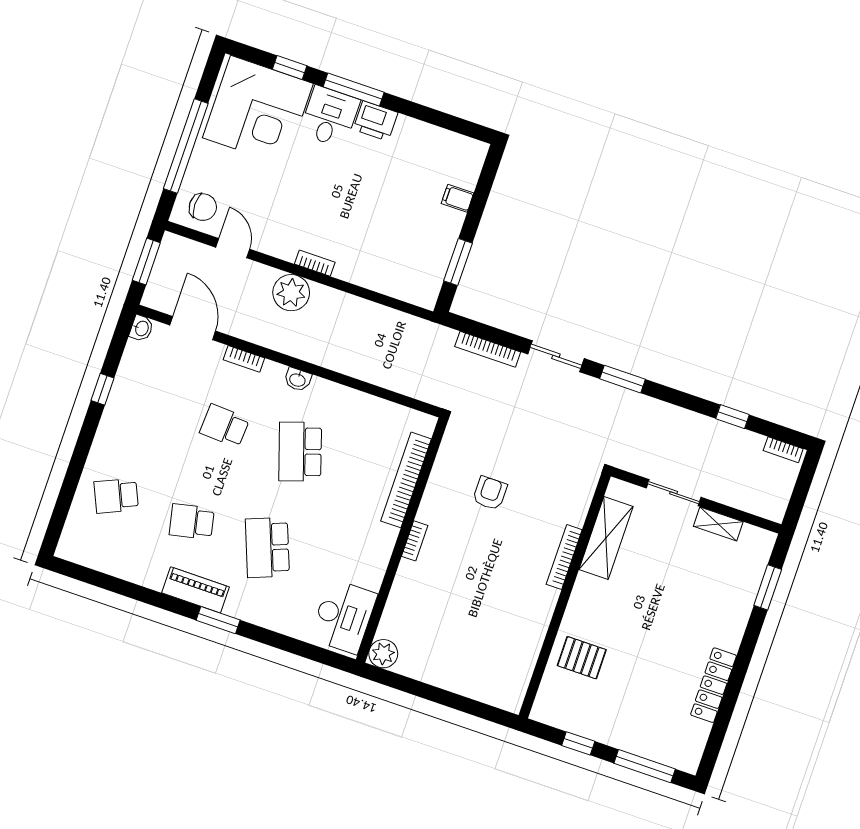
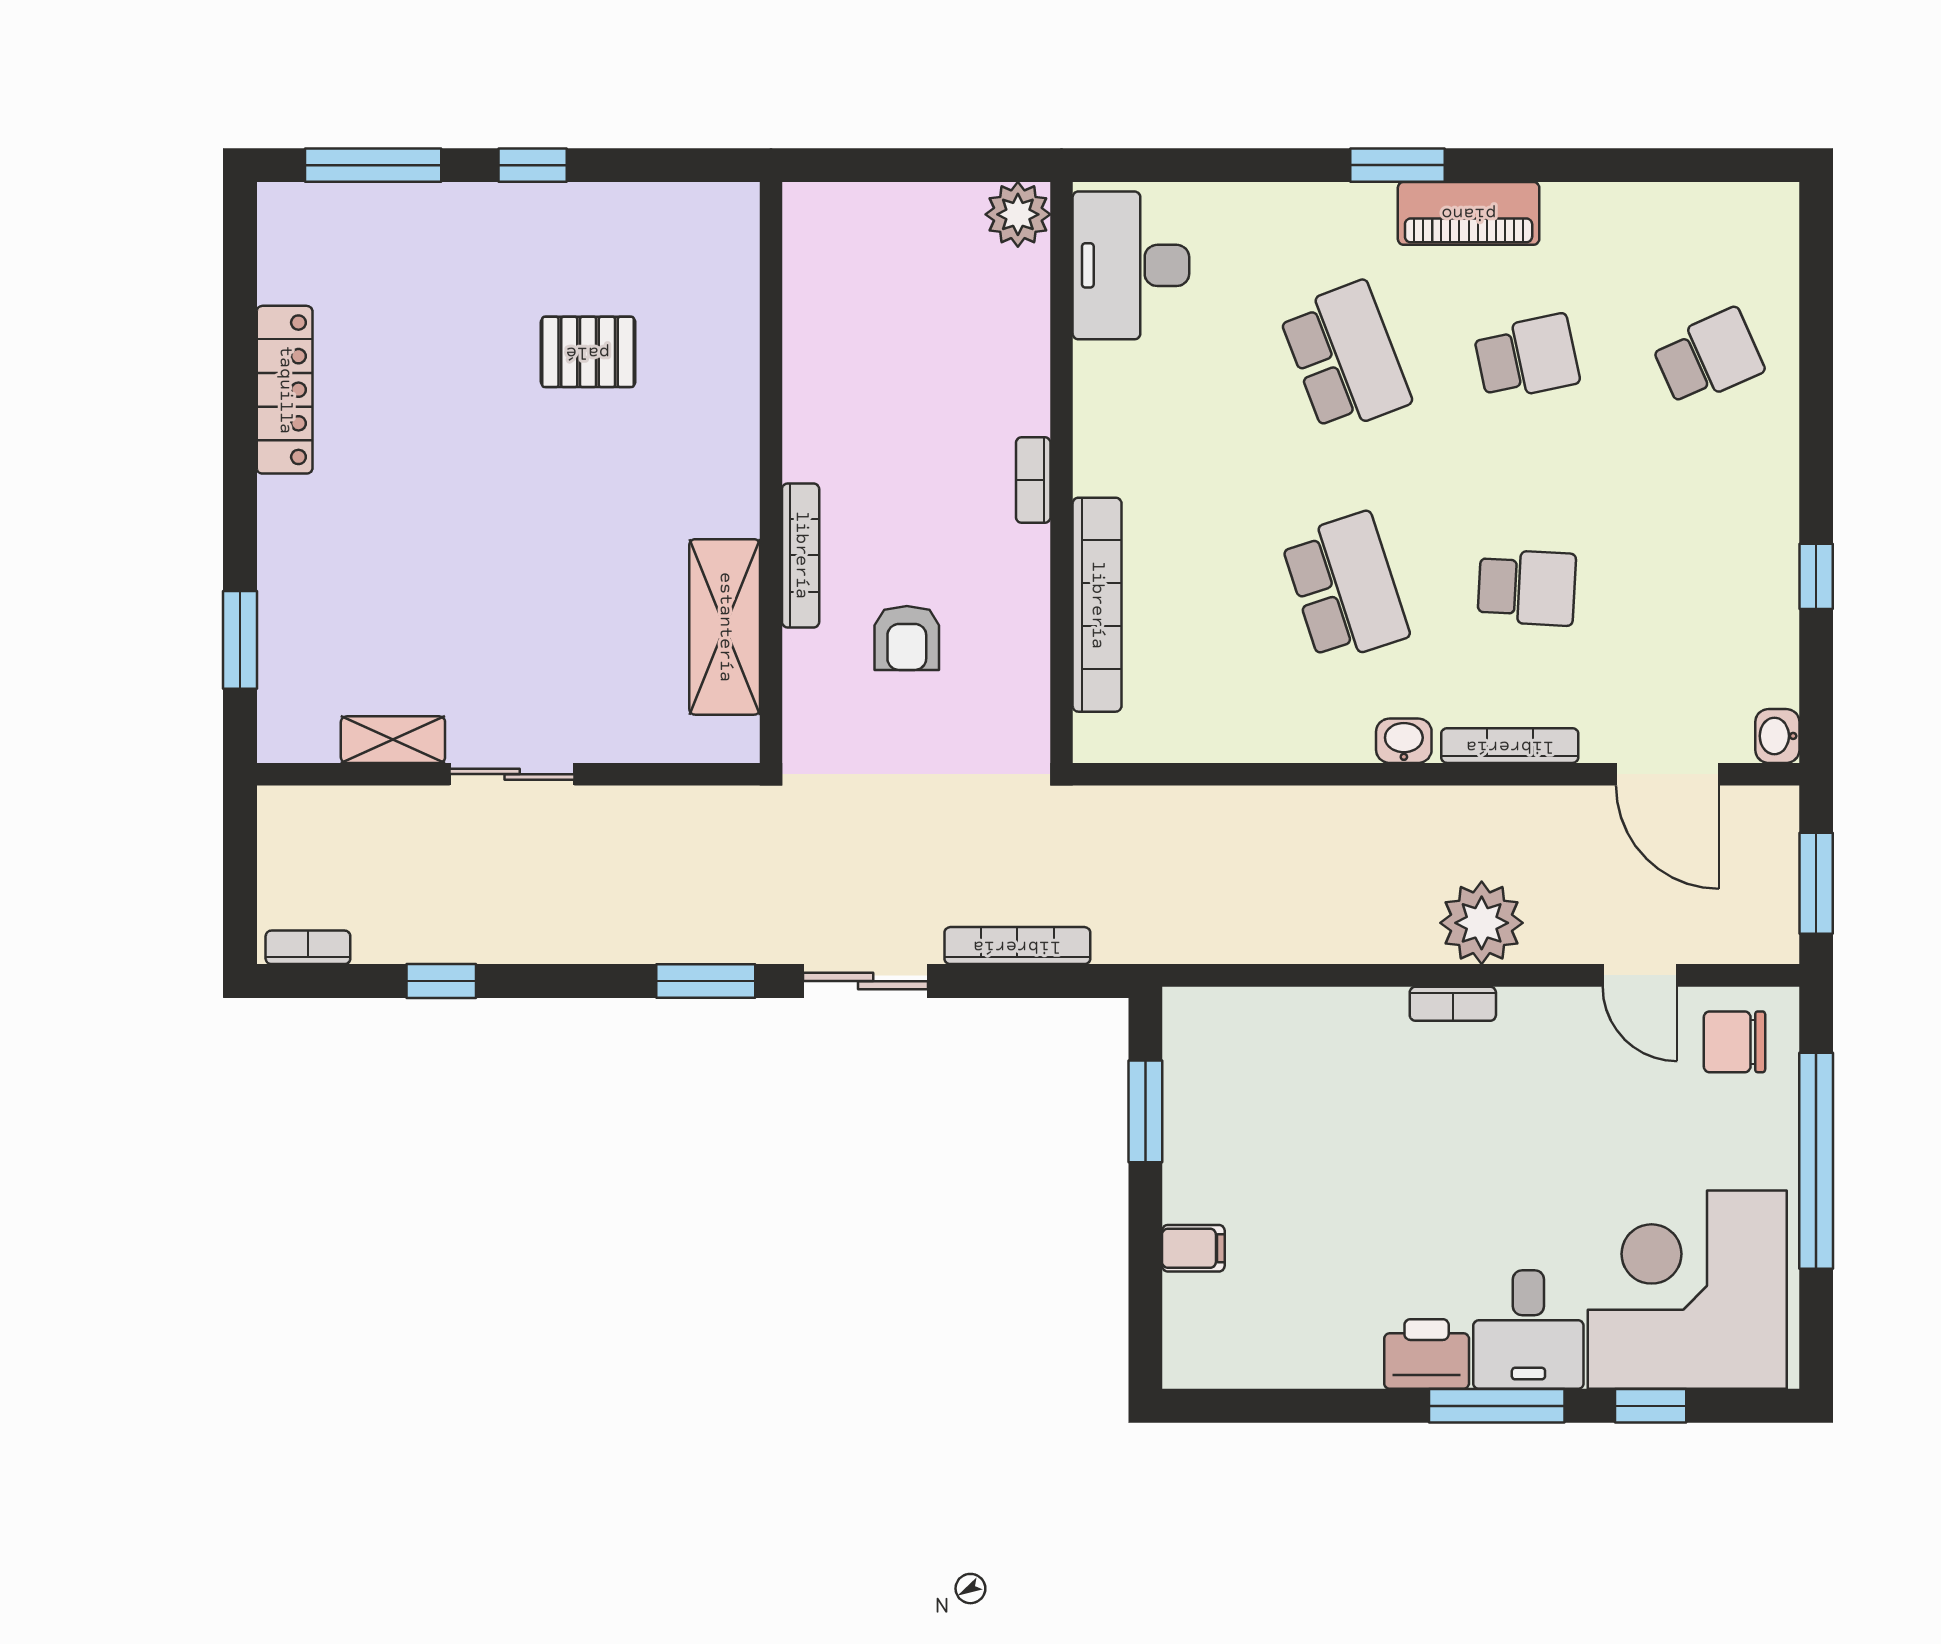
bookcase: (244, 359) -> (1510, 746), width x1.56
shelving: (606, 538) -> (725, 627), moved
bookcase: (564, 557) -> (801, 555), moved
wall: (565, 596) -> (771, 472), moved

